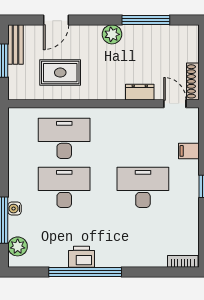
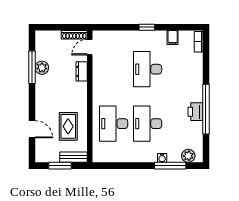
plant: (112, 34) -> (42, 68), moved
bench: (16, 45) -> (74, 157), moved
filing cabinet: (189, 151) -> (173, 38), moved

